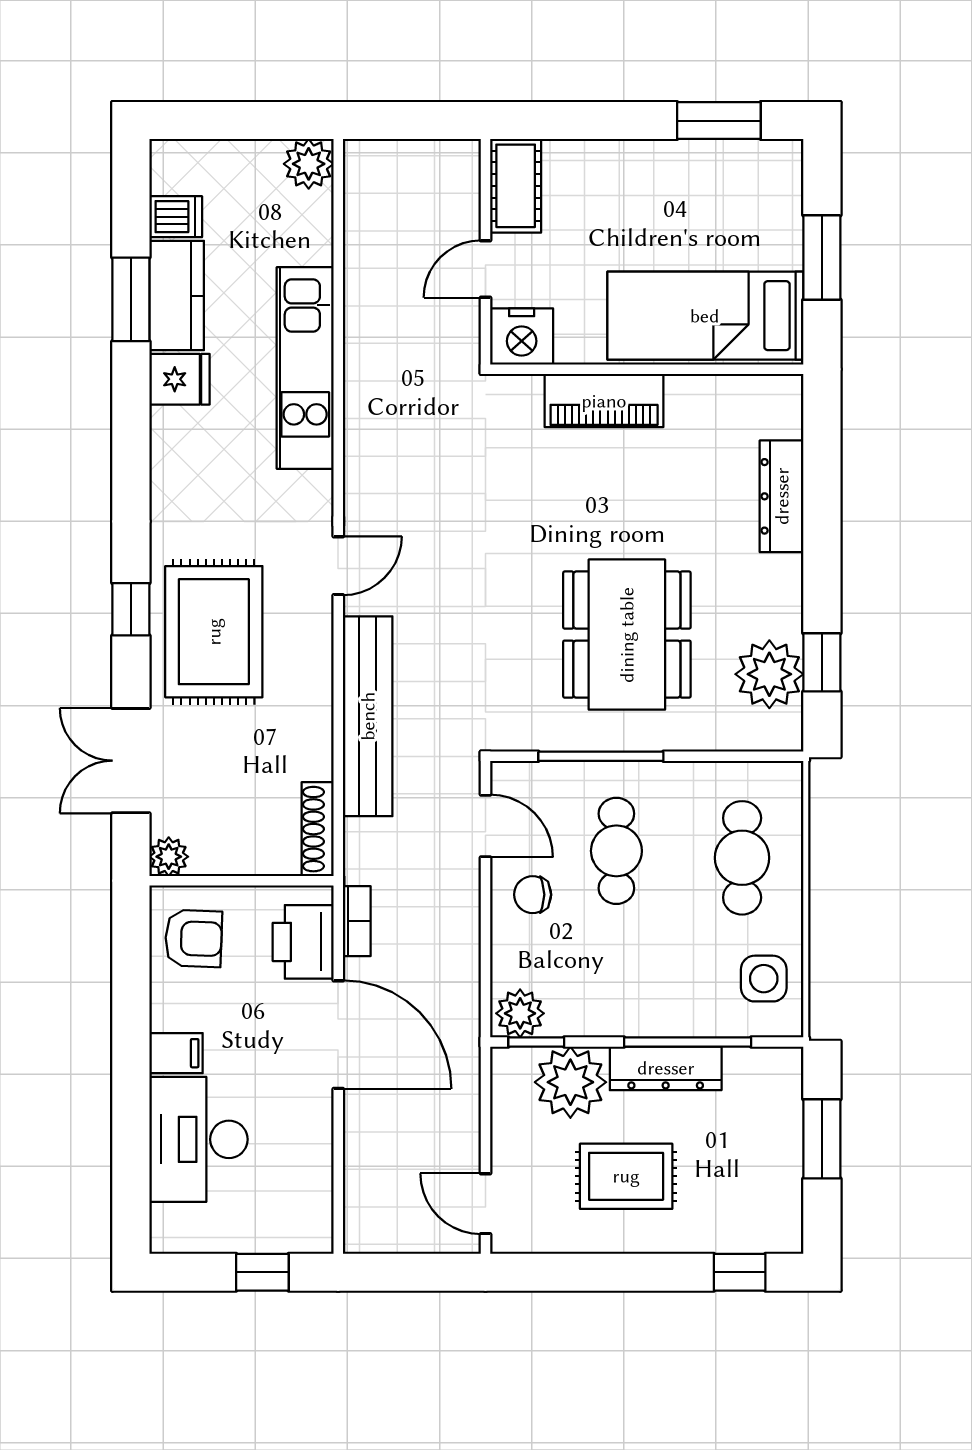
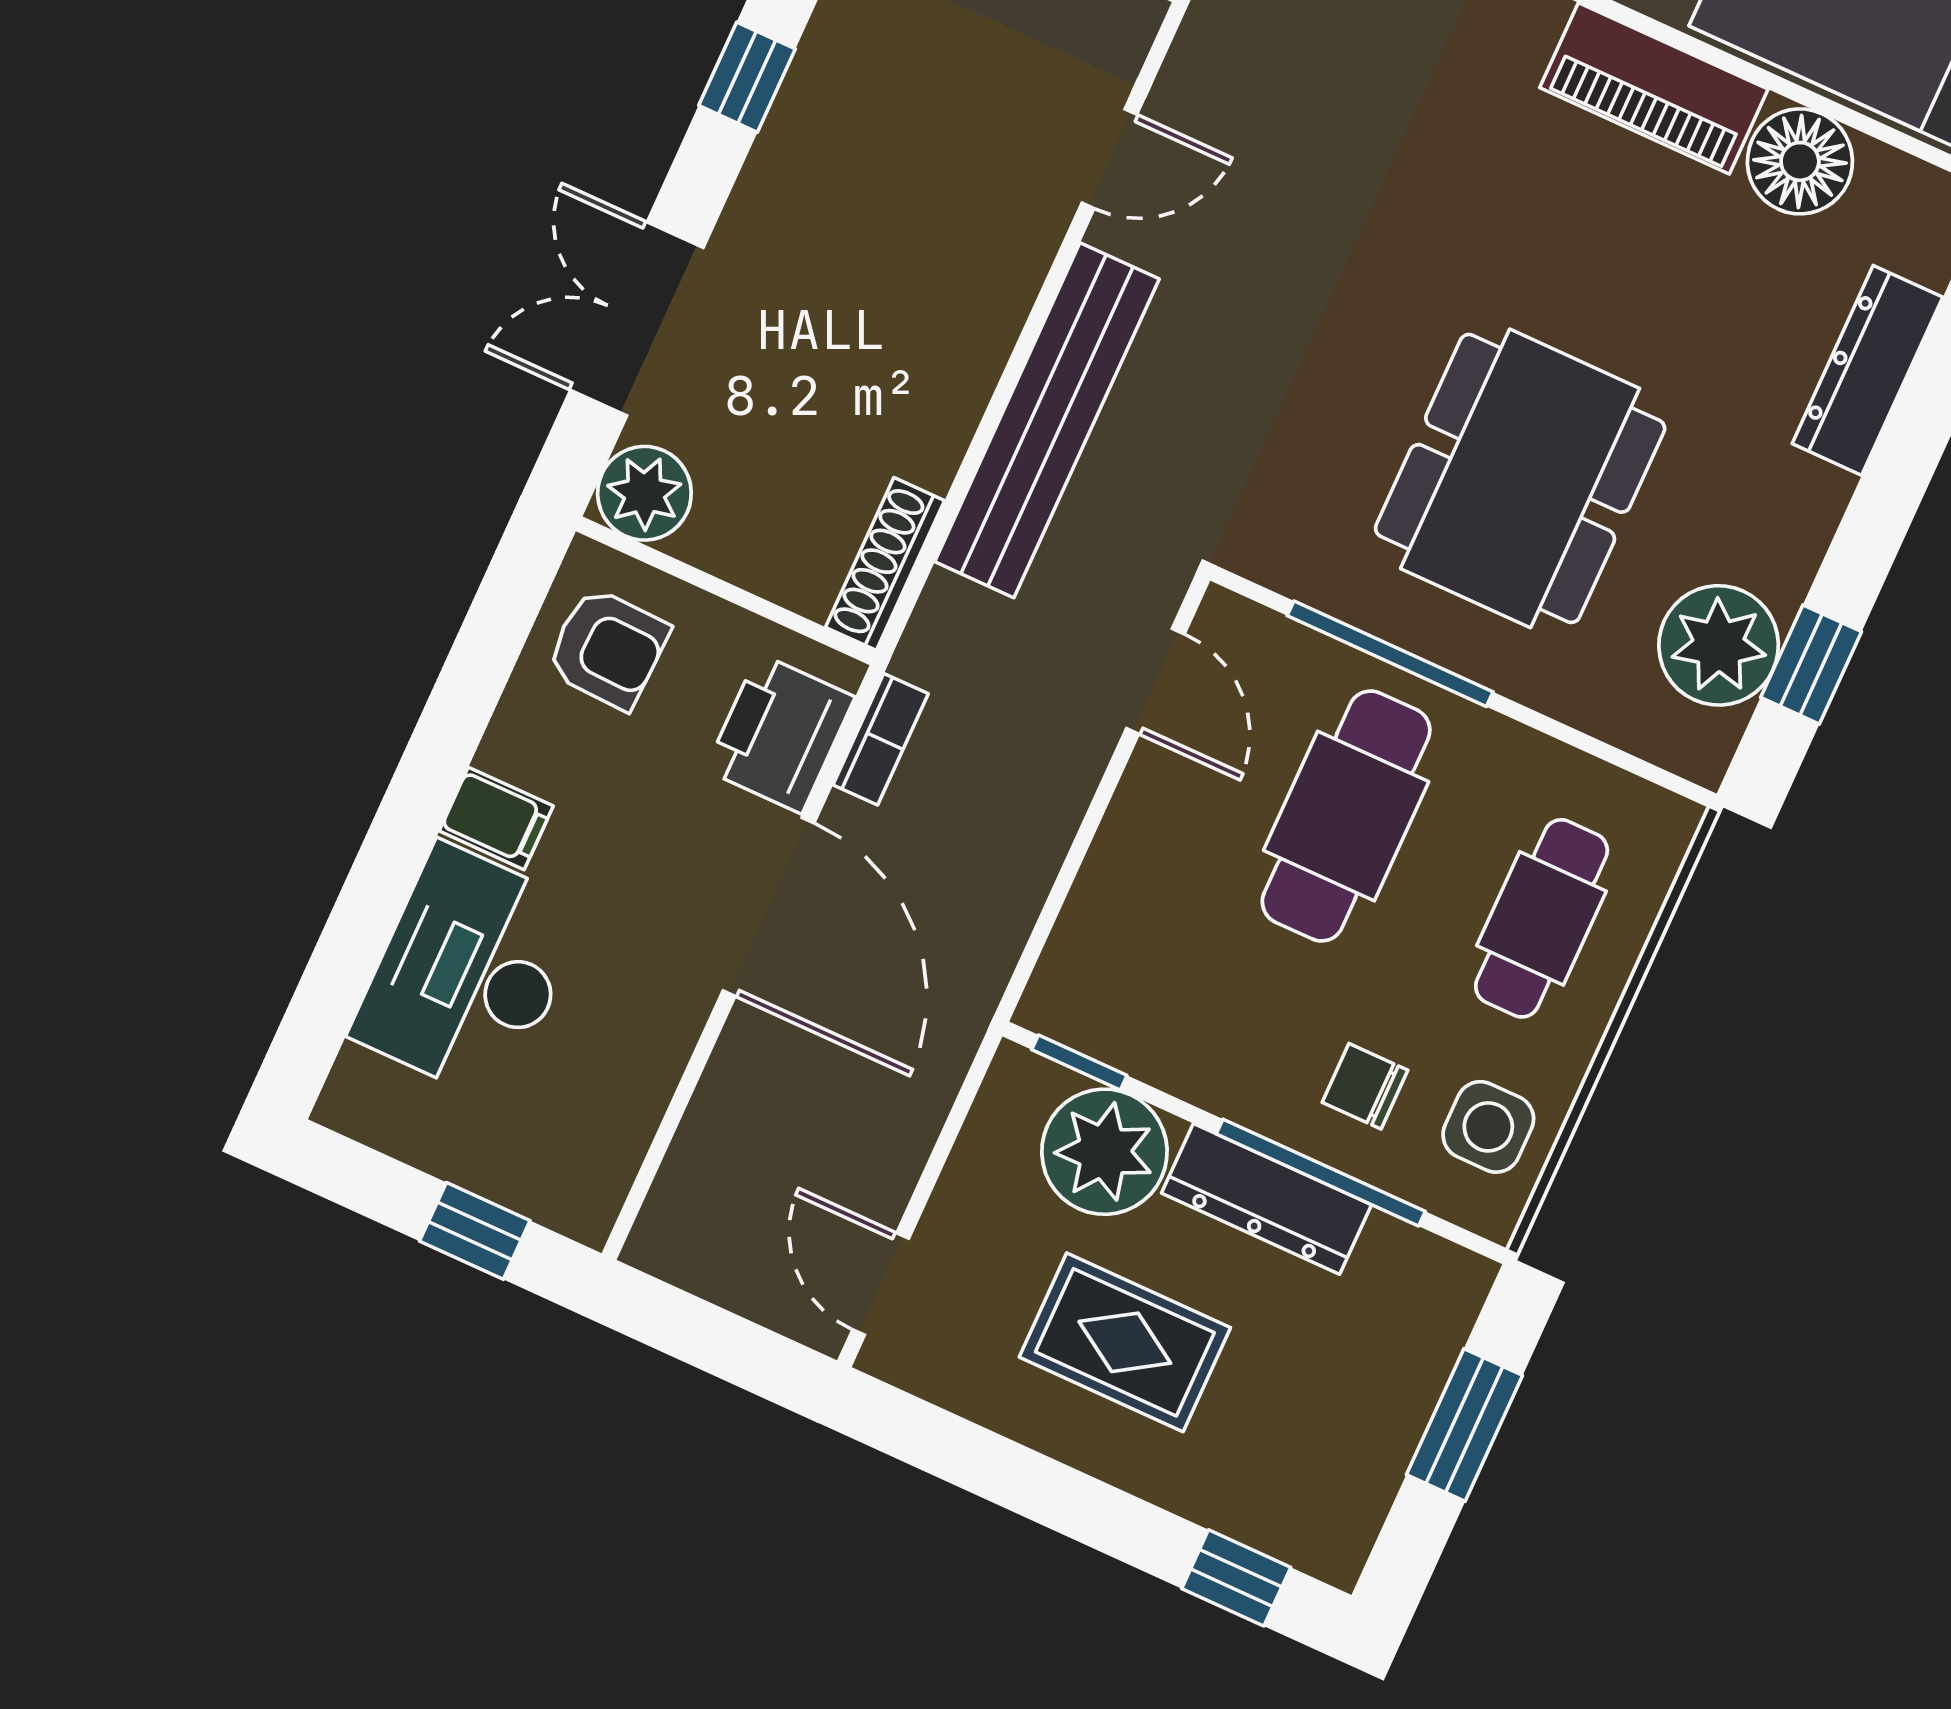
floor lamp: (697, 404) -> (1800, 161), added
rug: (214, 632) -> (863, 173), removed
cafe table: (616, 851) -> (1346, 816), width x1.37, depth x1.35
plant: (169, 857) -> (644, 493), width x1.38, depth x1.38
chair: (533, 895) -> (1365, 1086), moved
plant: (520, 1013) -> (1074, 1005), removed

